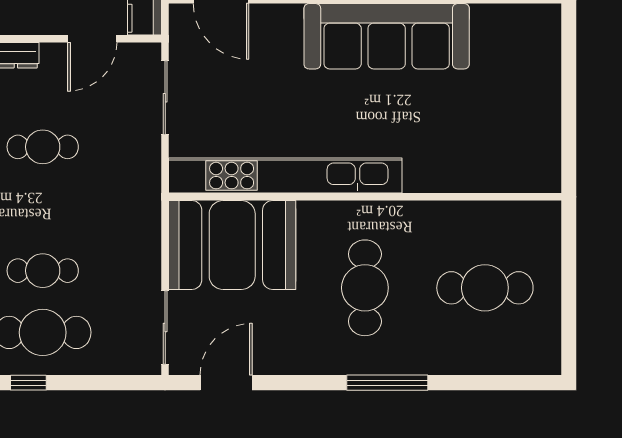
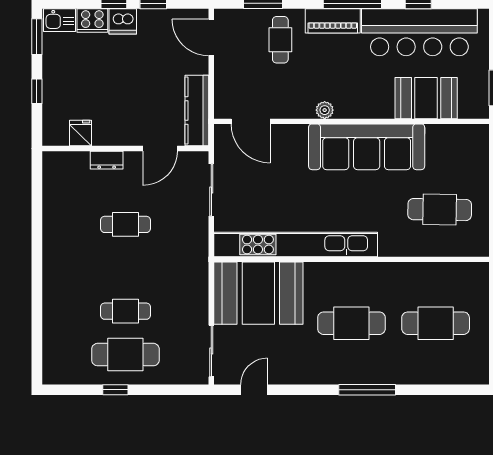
cafe table: (491, 126) -> (440, 210), added
cafe table: (365, 288) -> (351, 323), turned 90
door: (226, 383) -> (254, 390), width x0.73

